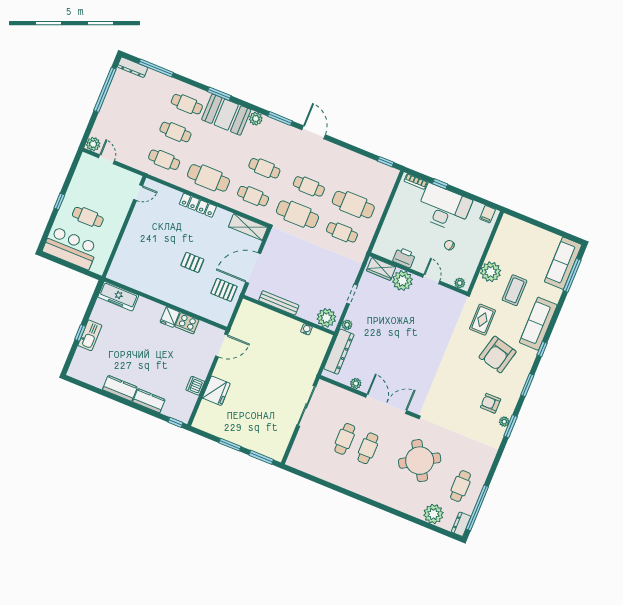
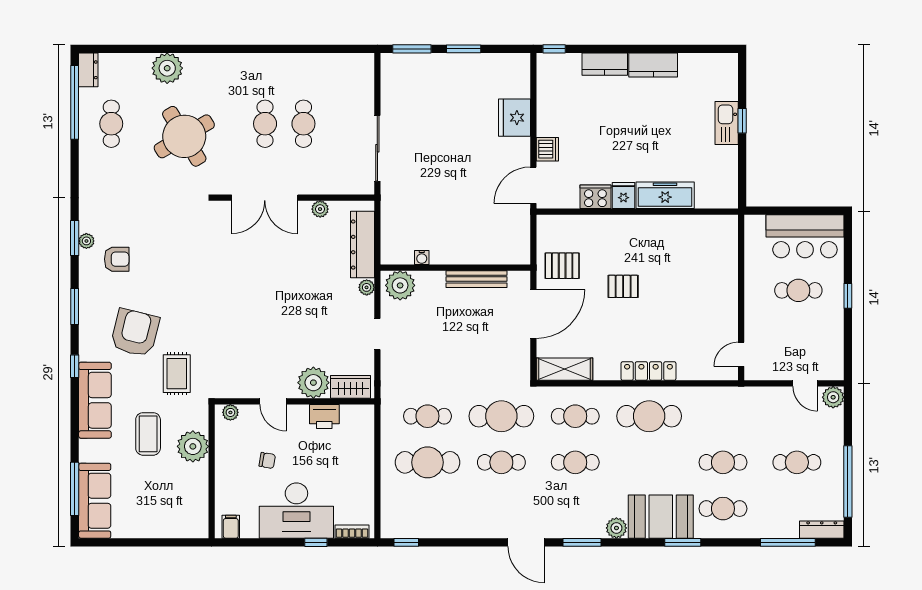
cafe table: (164, 160) -> (797, 462), moved
freezer: (118, 296) -> (665, 195), moved
dishwasher: (195, 386) -> (547, 149), moved
plant: (433, 514) -> (167, 68), moved

